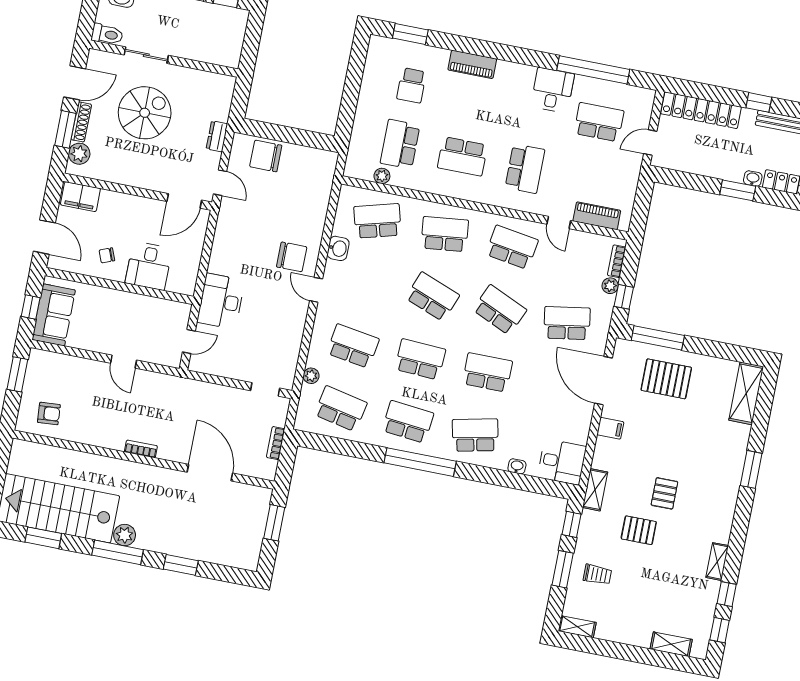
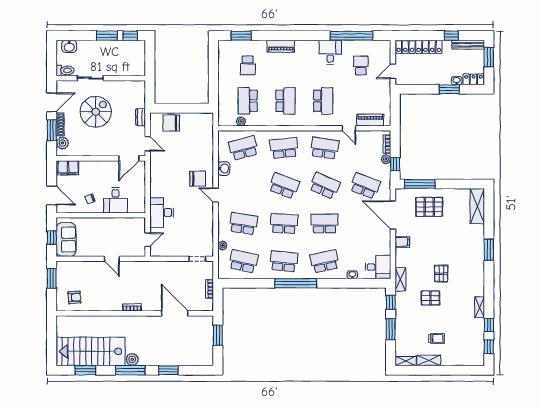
school desk: (599, 122) -> (361, 65), width x0.54
school desk: (462, 156) -> (285, 101), turned -90
school desk: (567, 323) -> (365, 186), turned 30
trolley: (597, 574) -> (437, 338), moved
shelving: (671, 644) -> (429, 361), moved

